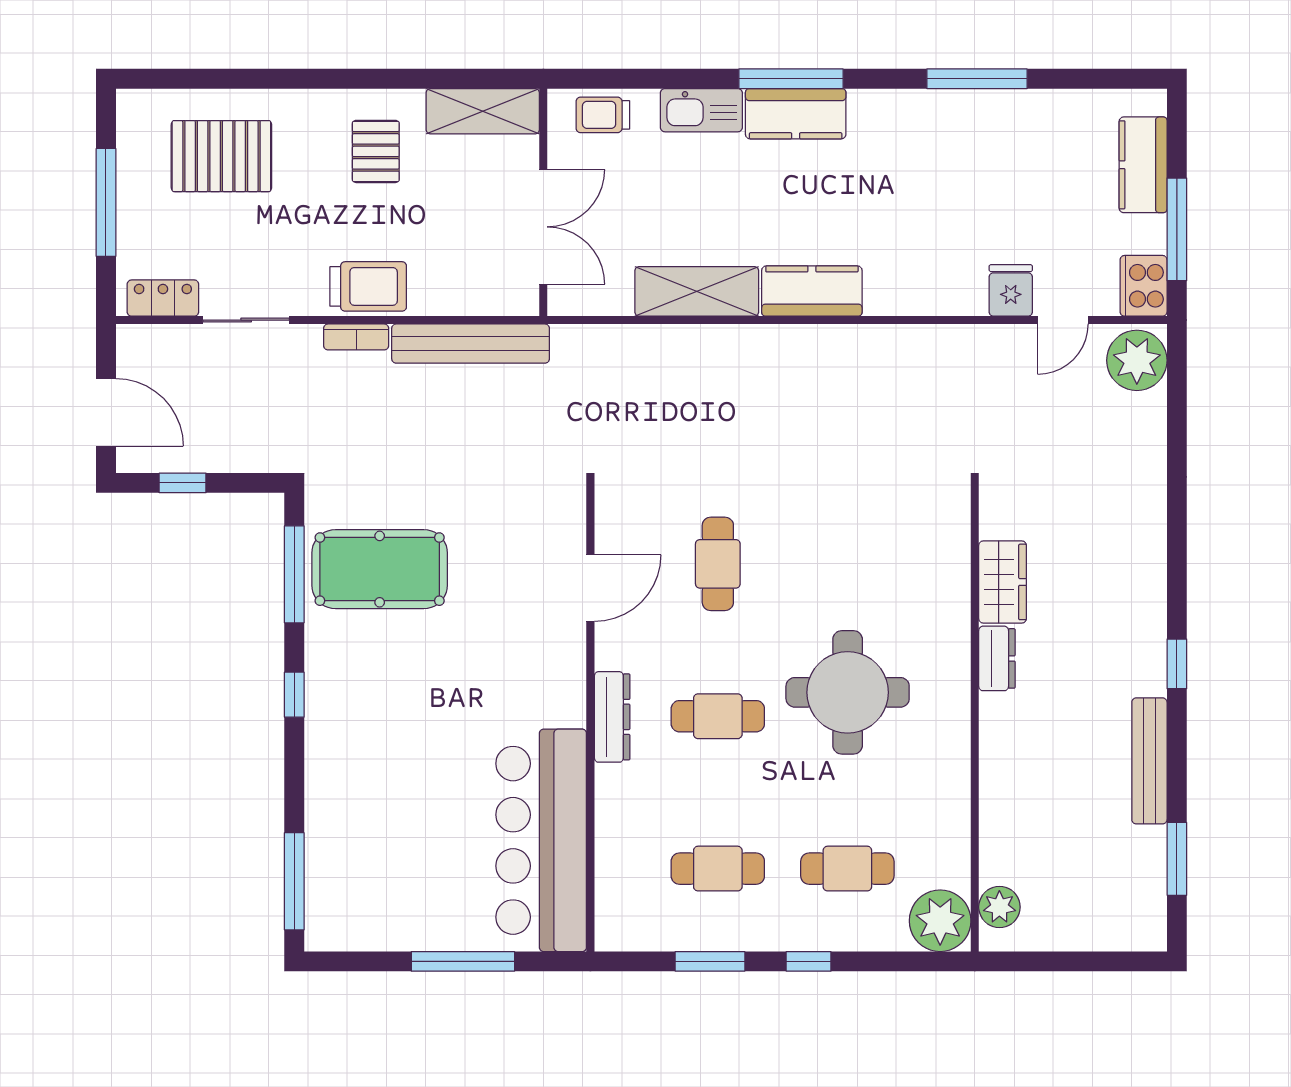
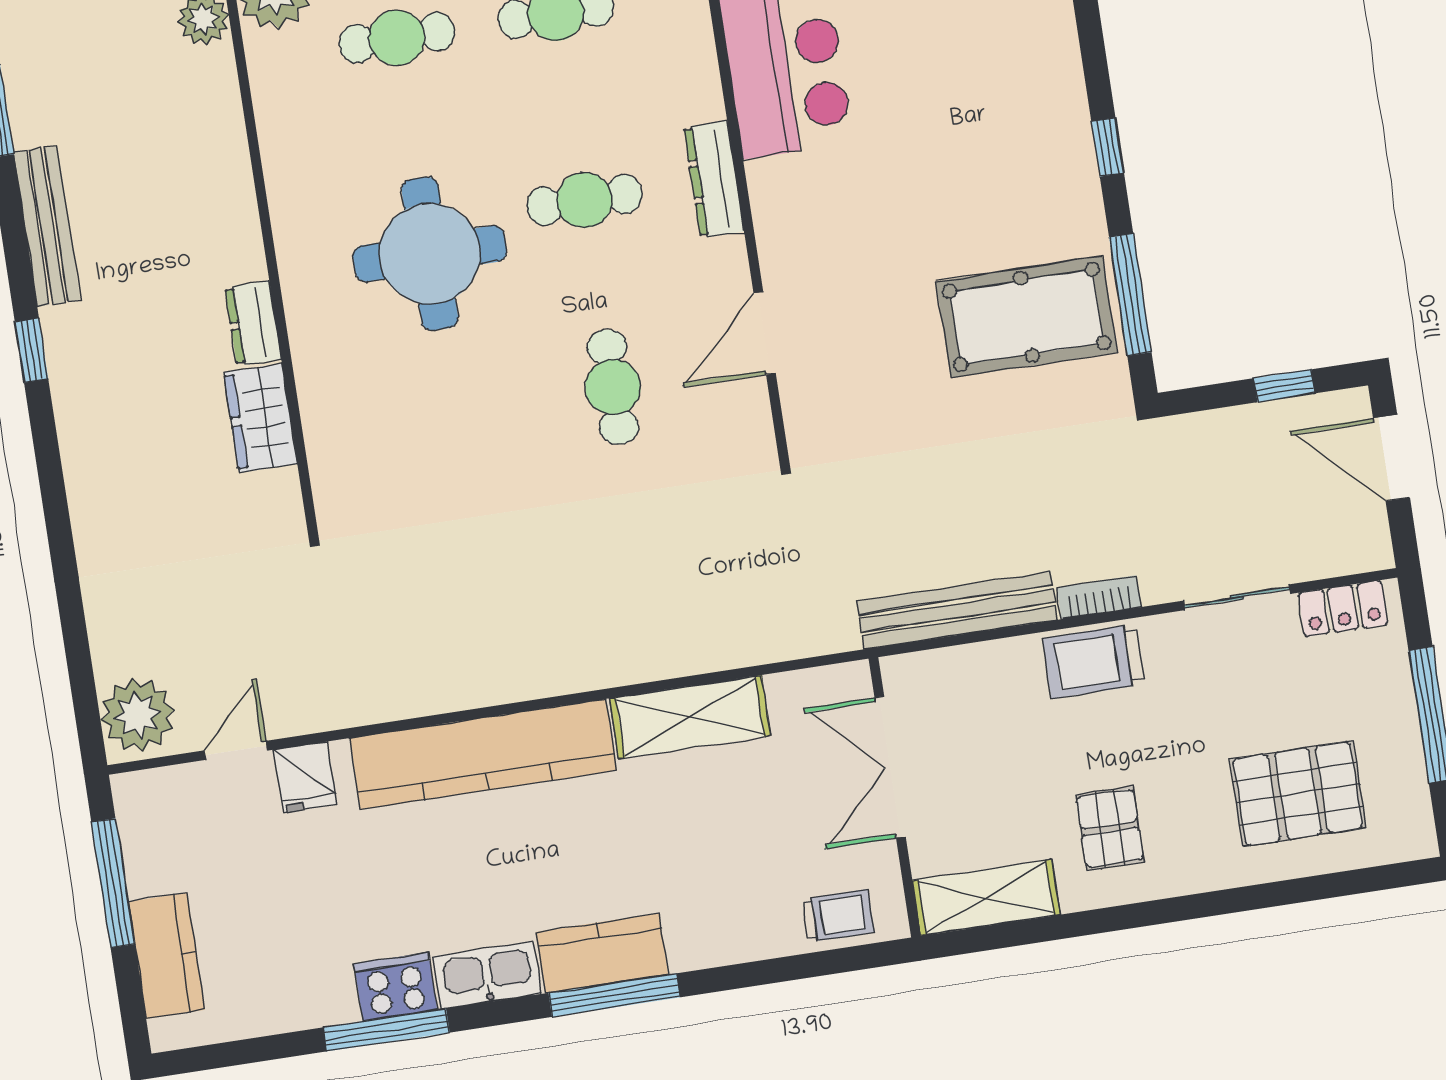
kitchen sink: (701, 110) -> (487, 975), moved
cooker: (1144, 286) -> (396, 987), moved, turned -90
kitchen counter: (812, 291) -> (483, 754), width x2.08, depth x1.17

